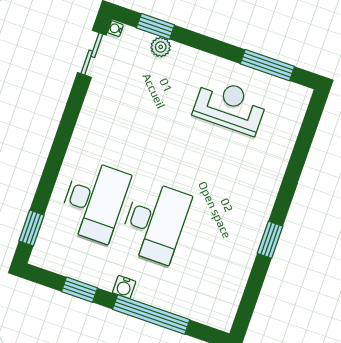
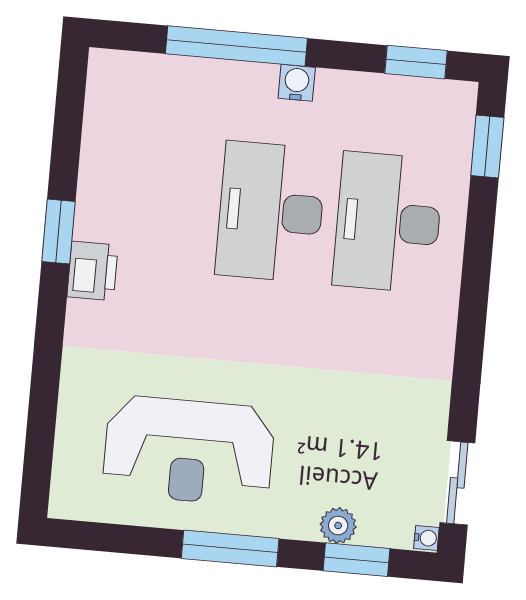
window: (267, 65) -> (230, 548), moved
reception desk: (230, 106) -> (189, 451), width x1.36, depth x1.30
printer: (257, 214) -> (92, 271), added
window: (80, 290) -> (416, 62), moved

